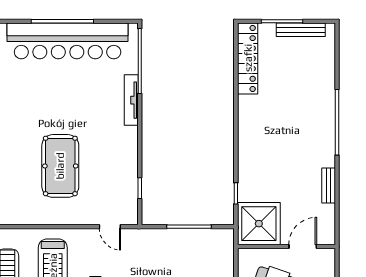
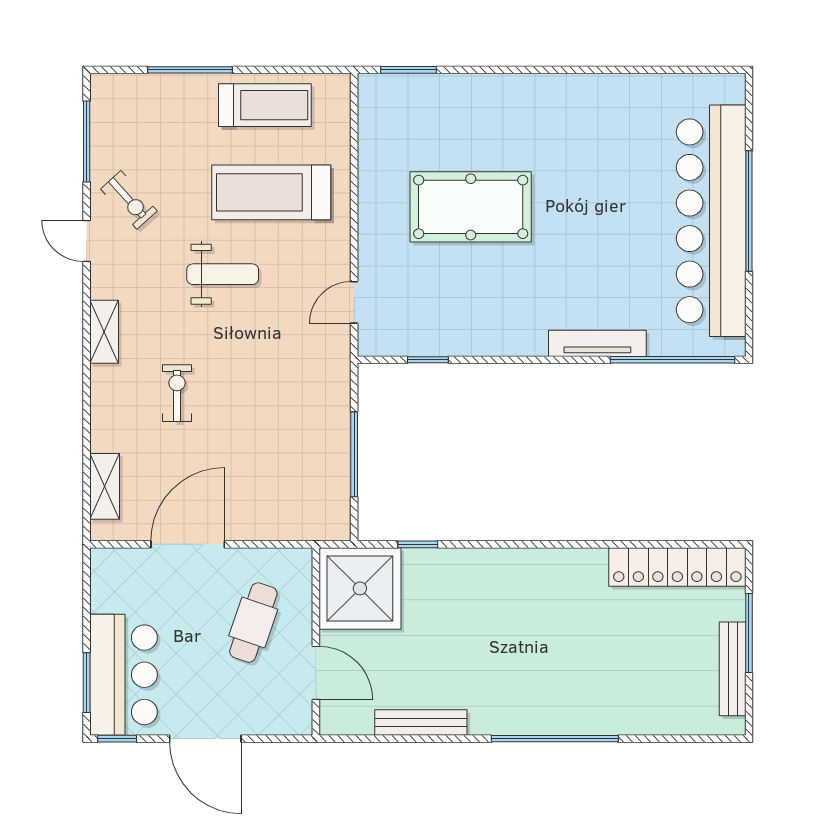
bench: (329, 186) -> (421, 723), width x1.36

